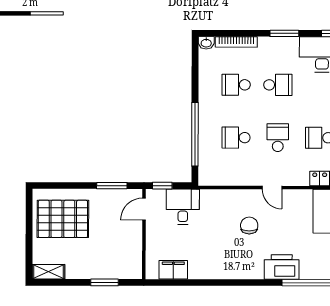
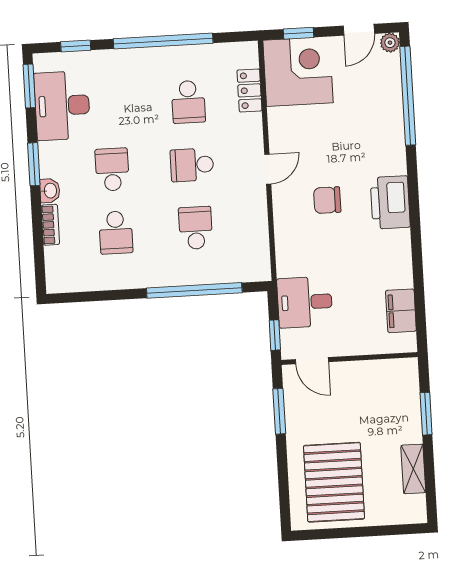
bookcase: (236, 42) -> (50, 225), width x0.64
washbasin: (206, 43) -> (50, 191), moved
school desk: (236, 138) -> (196, 228), turned 180
printer: (282, 267) -> (390, 202), moved
shelving: (48, 272) -> (413, 469), moved

